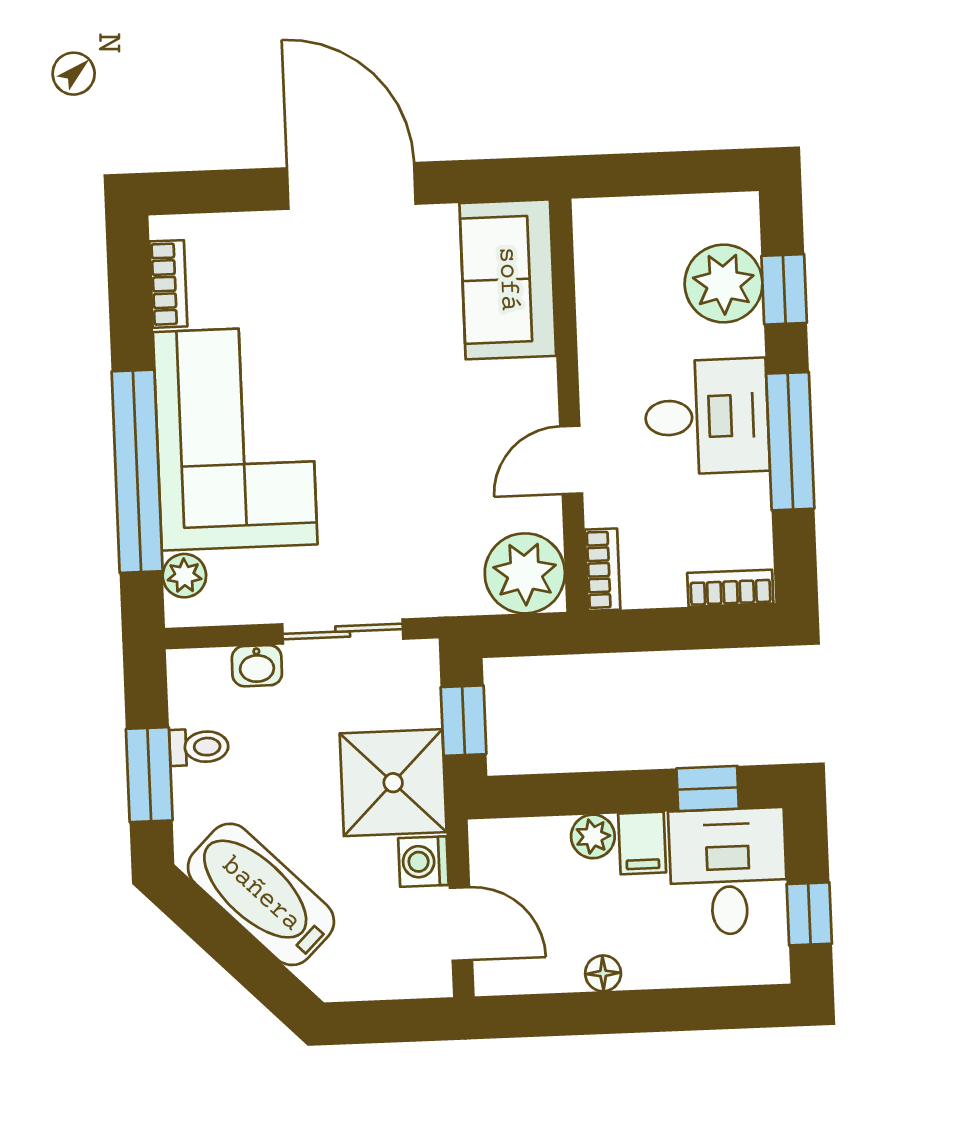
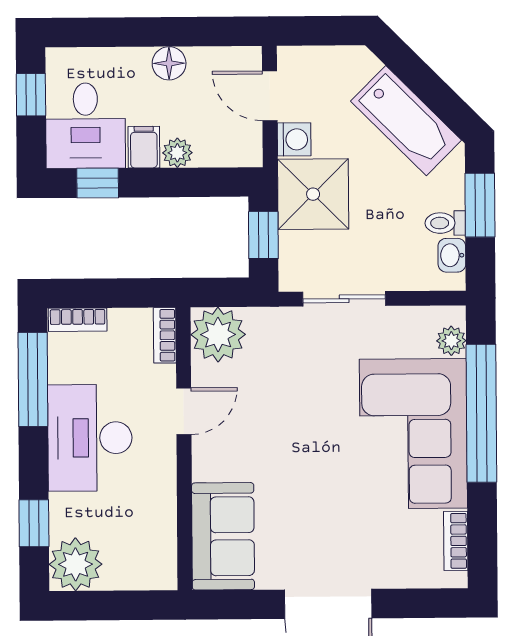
plant: (724, 284) -> (76, 564), moved
desk: (707, 417) -> (90, 438), width x1.37
window: (790, 441) -> (33, 379), moved
washbasin: (257, 666) -> (452, 255), moved, turned -90
floor lamp: (603, 973) -> (169, 63), width x1.37, depth x1.37

